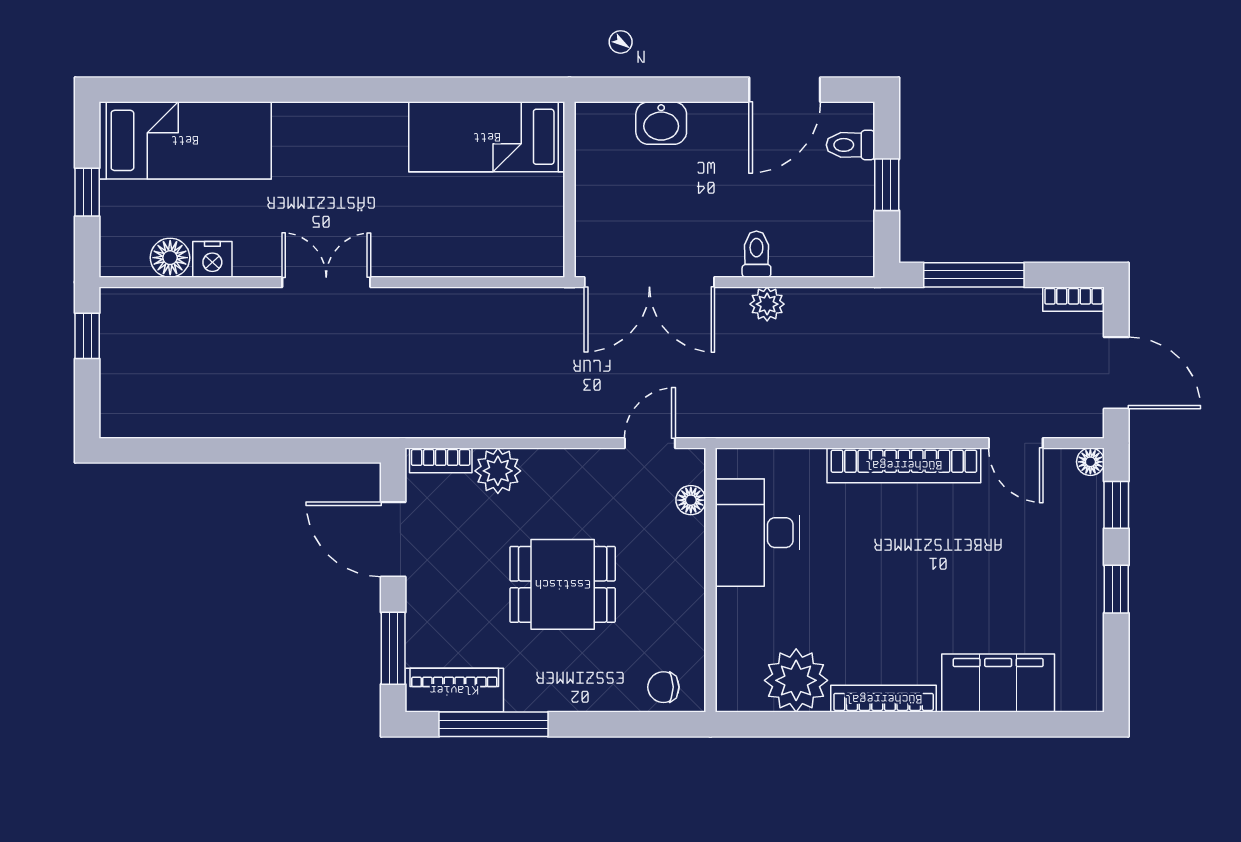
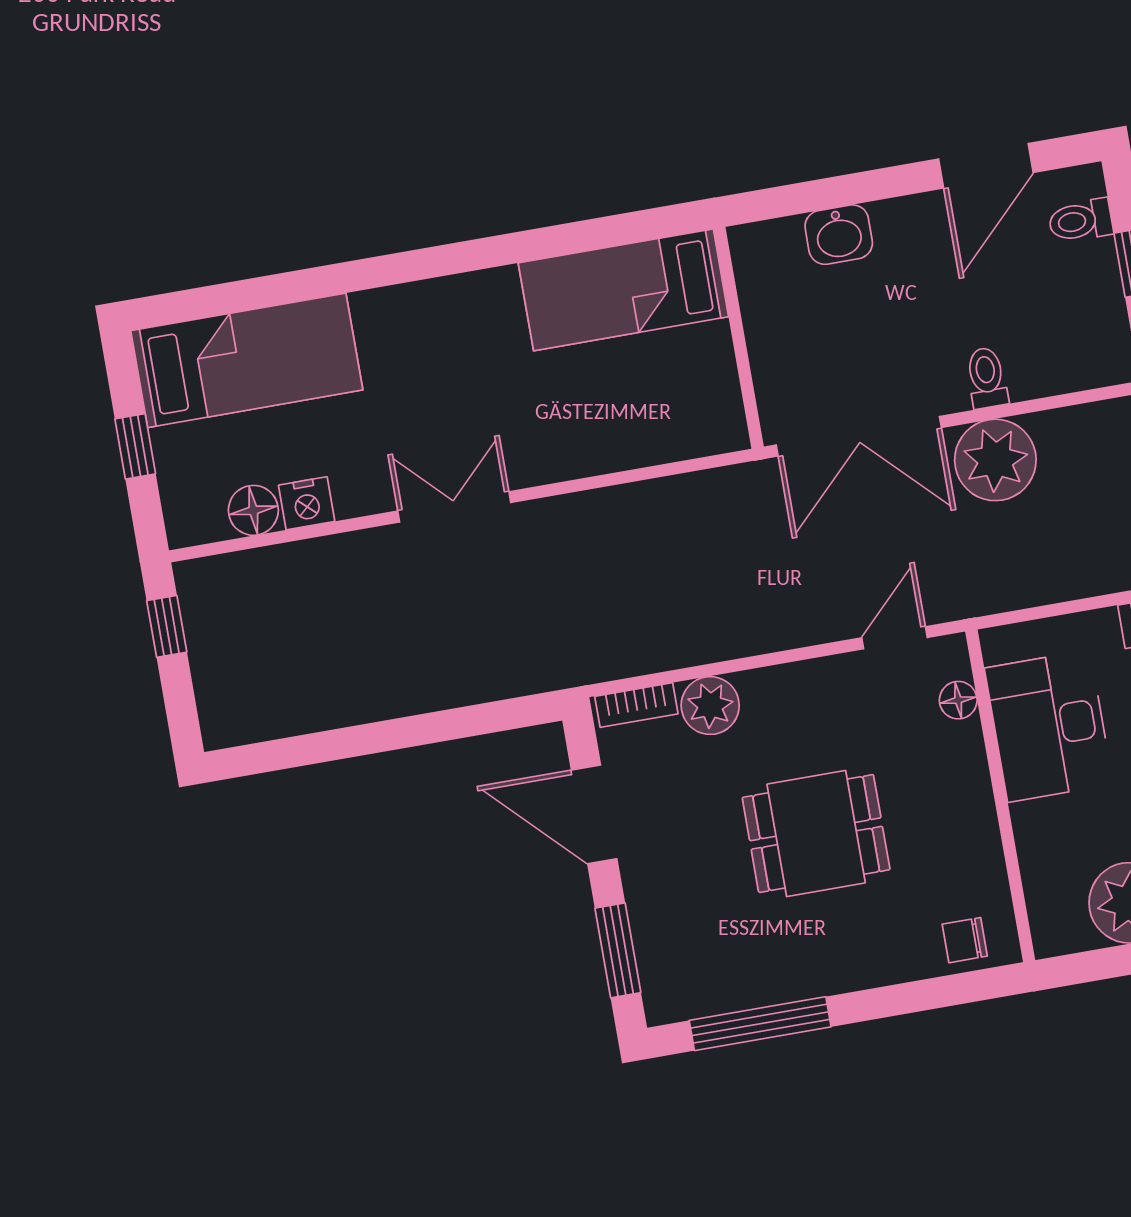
plant: (767, 304) -> (995, 460), width x1.87, depth x1.87
piano: (454, 690) -> (704, 990), removed

